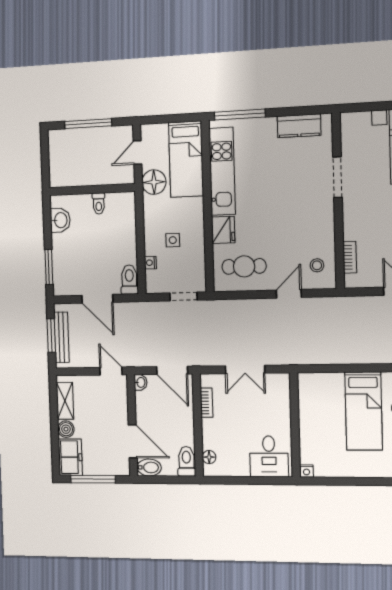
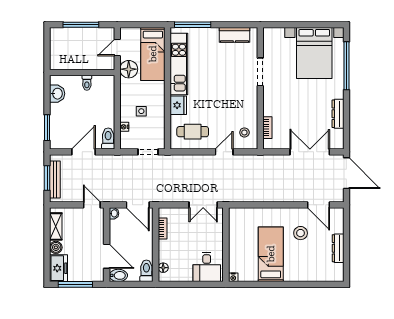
door: (97, 299) -> (83, 152), swing flipped
double door: (245, 369) -> (203, 205), moved
bed: (364, 411) -> (271, 254), moved, turned 180

